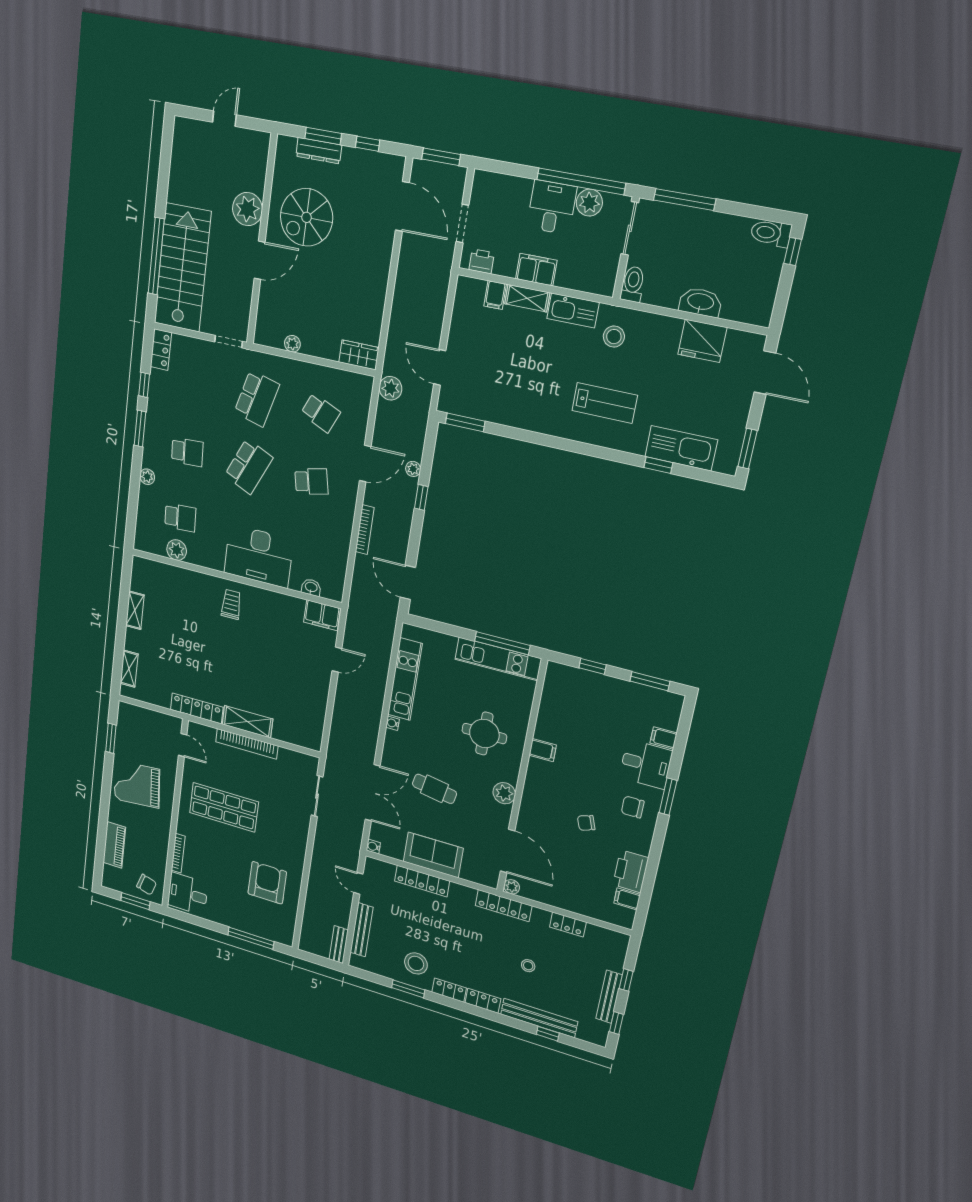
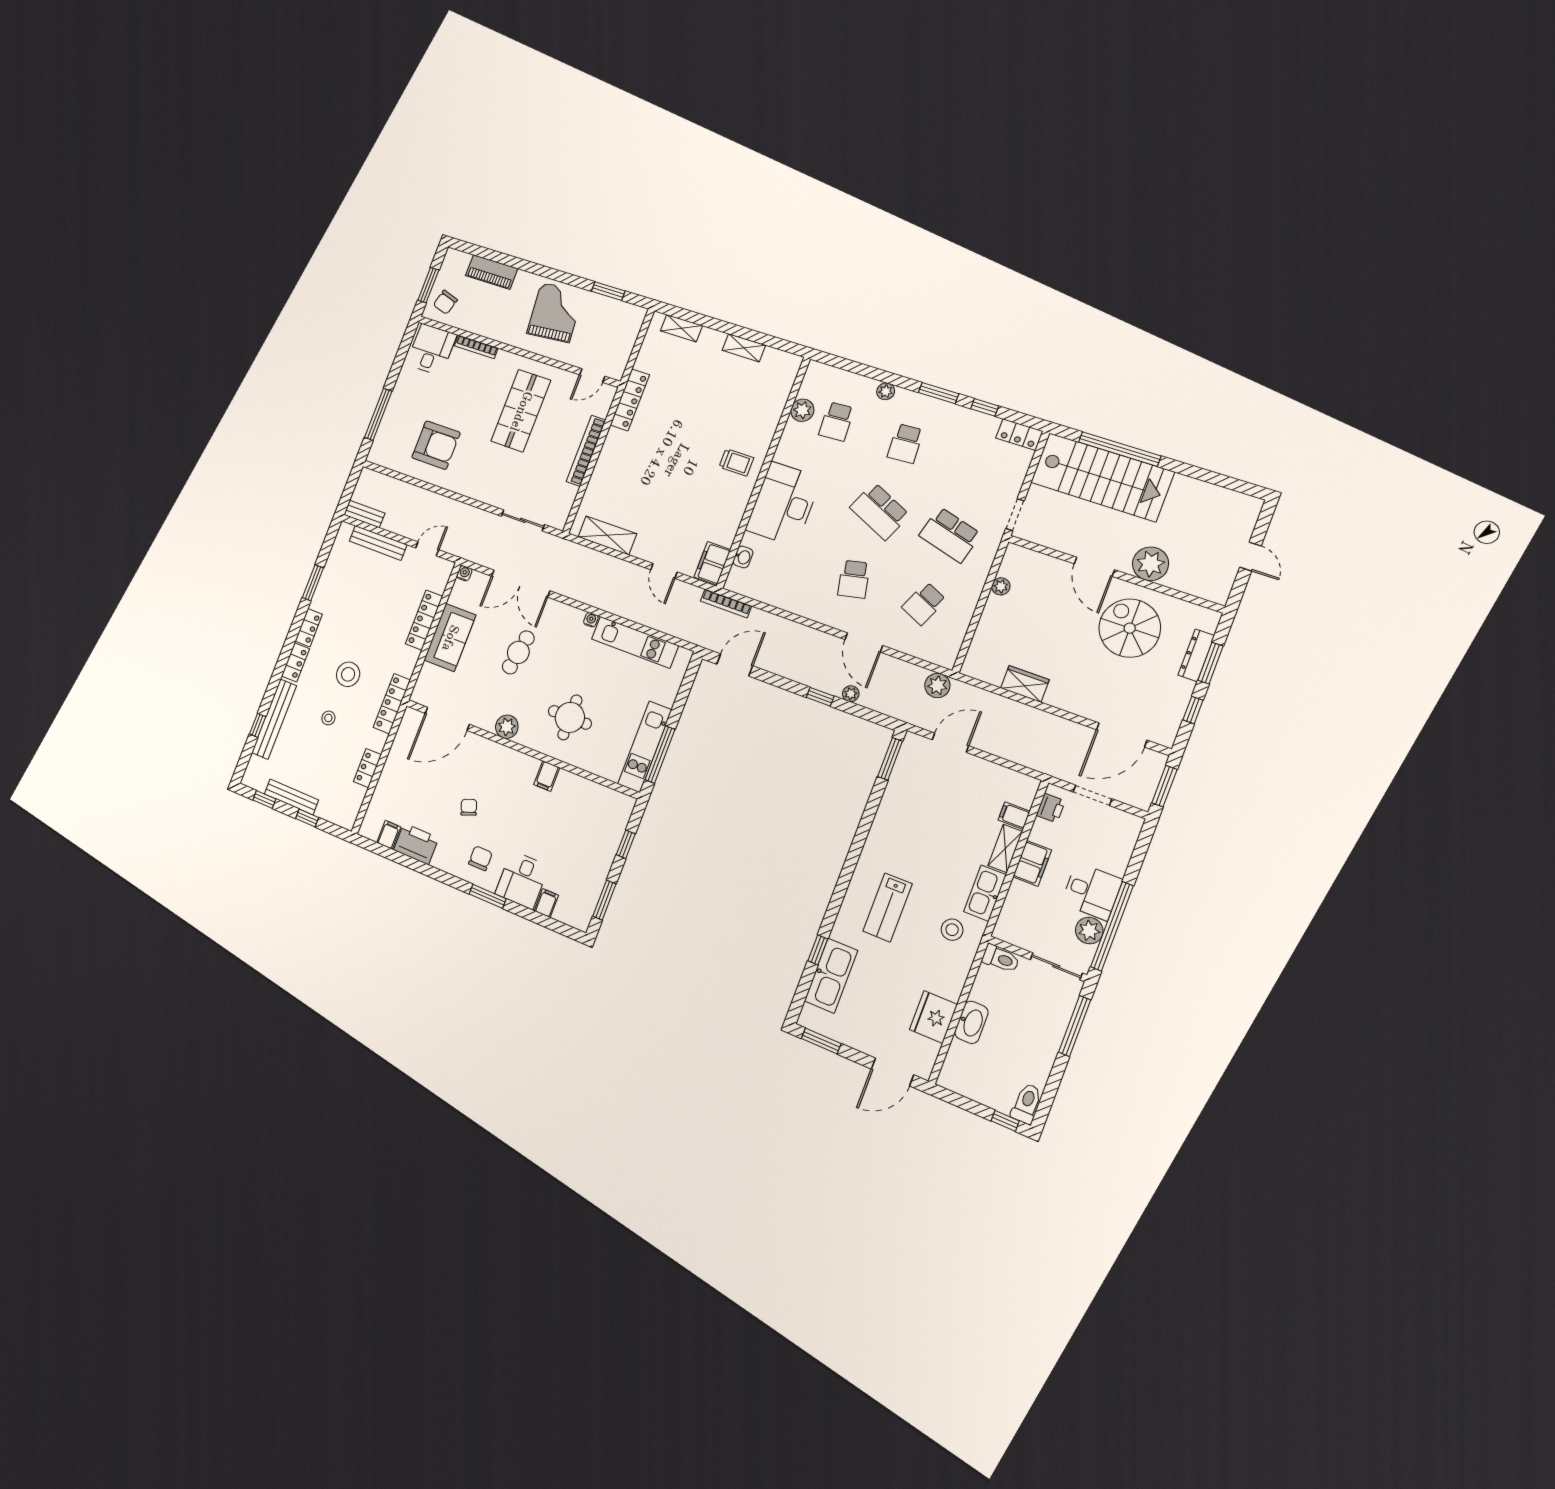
wardrobe: (359, 355) -> (1025, 684), moved, turned -90
bookcase: (365, 530) -> (726, 603), moved
shelving: (248, 722) -> (607, 535), moved, turned 90
plant: (512, 887) -> (410, 716), removed
stool: (416, 963) -> (348, 674), moved

